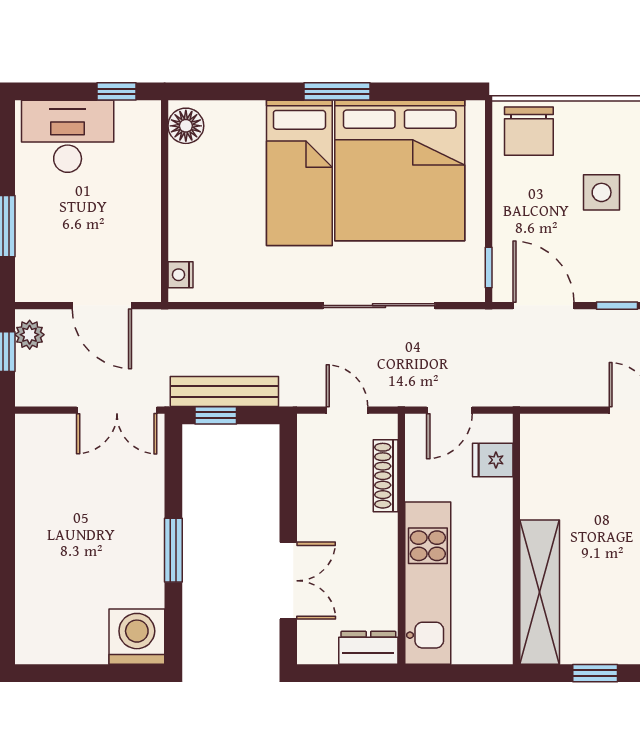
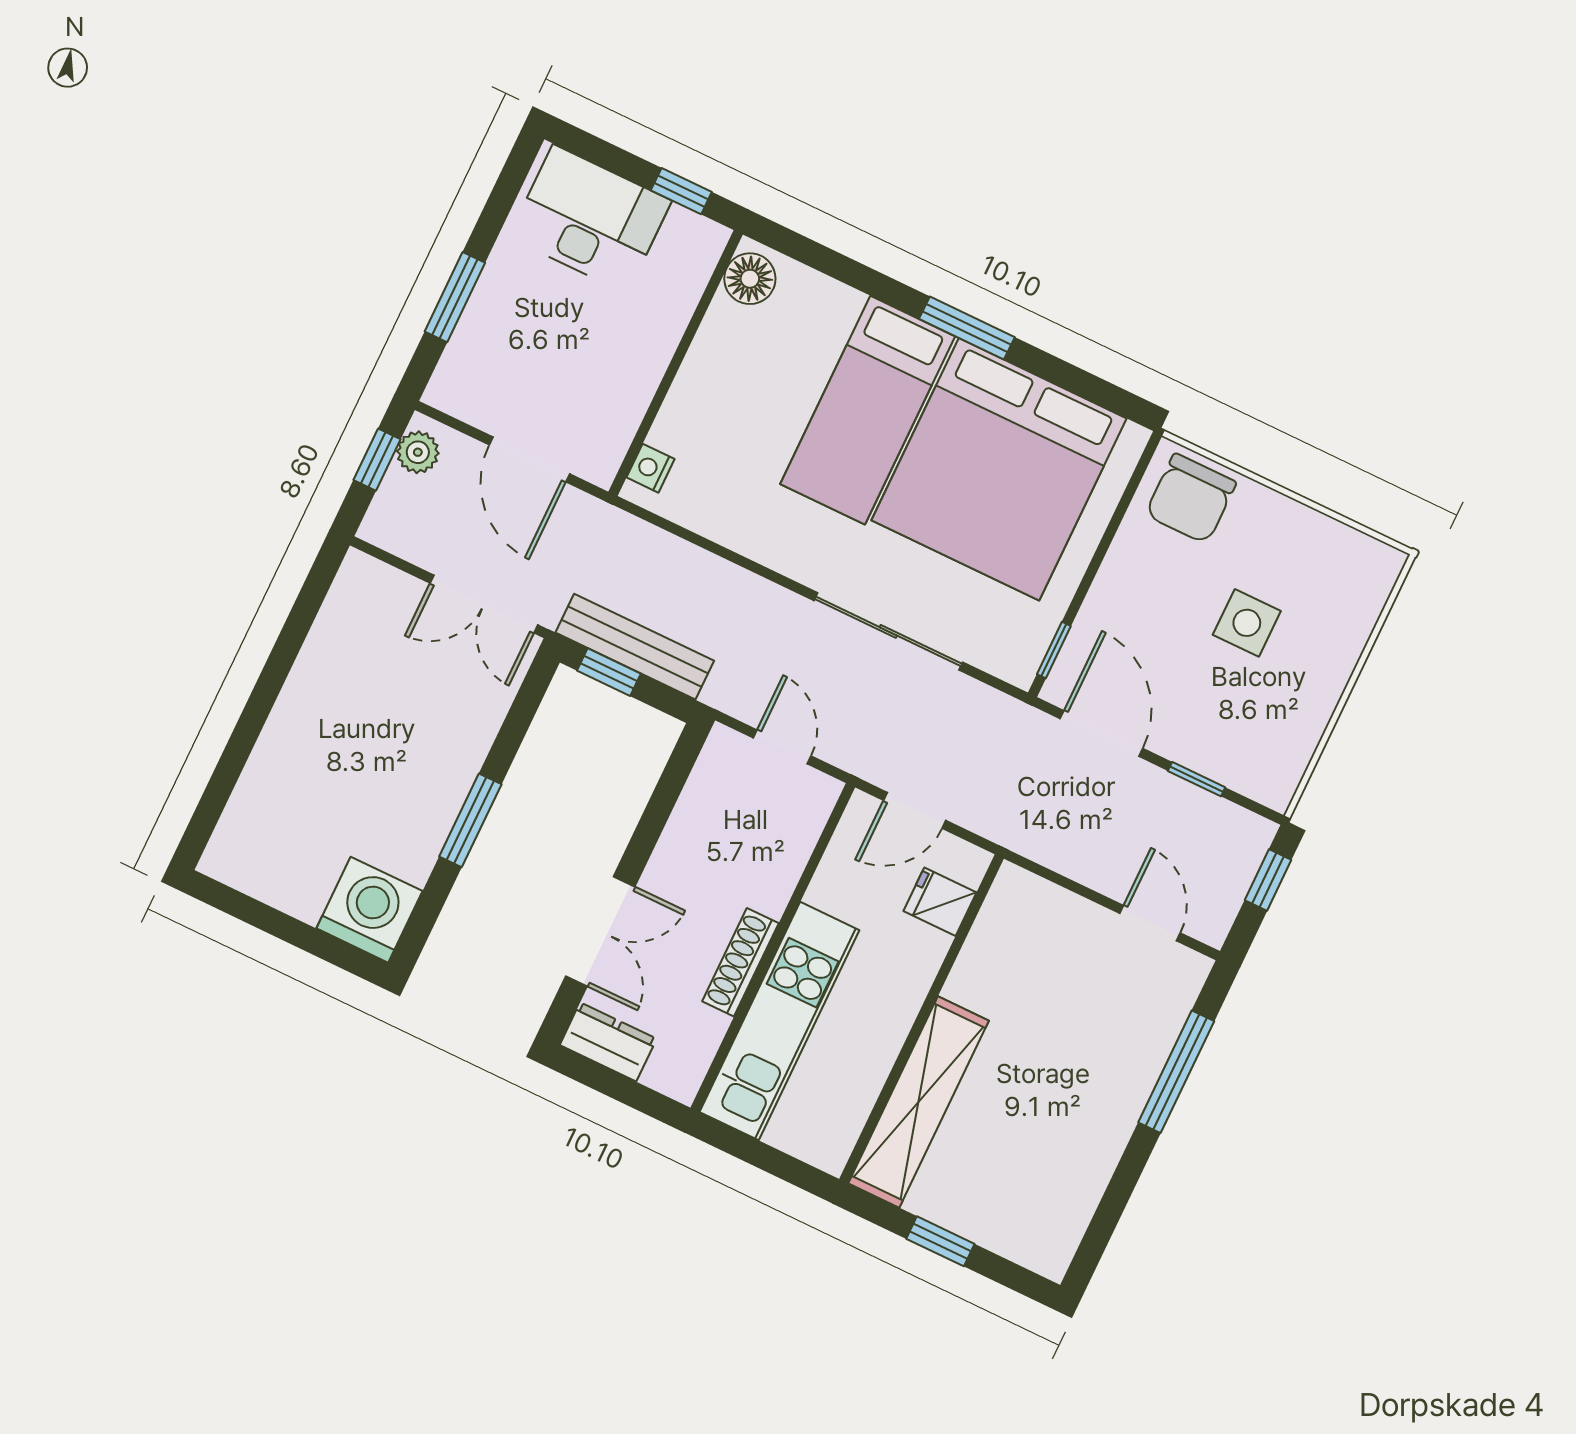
shoe rack: (386, 476) -> (740, 962), moved
dresser: (368, 648) -> (608, 1042), moved

